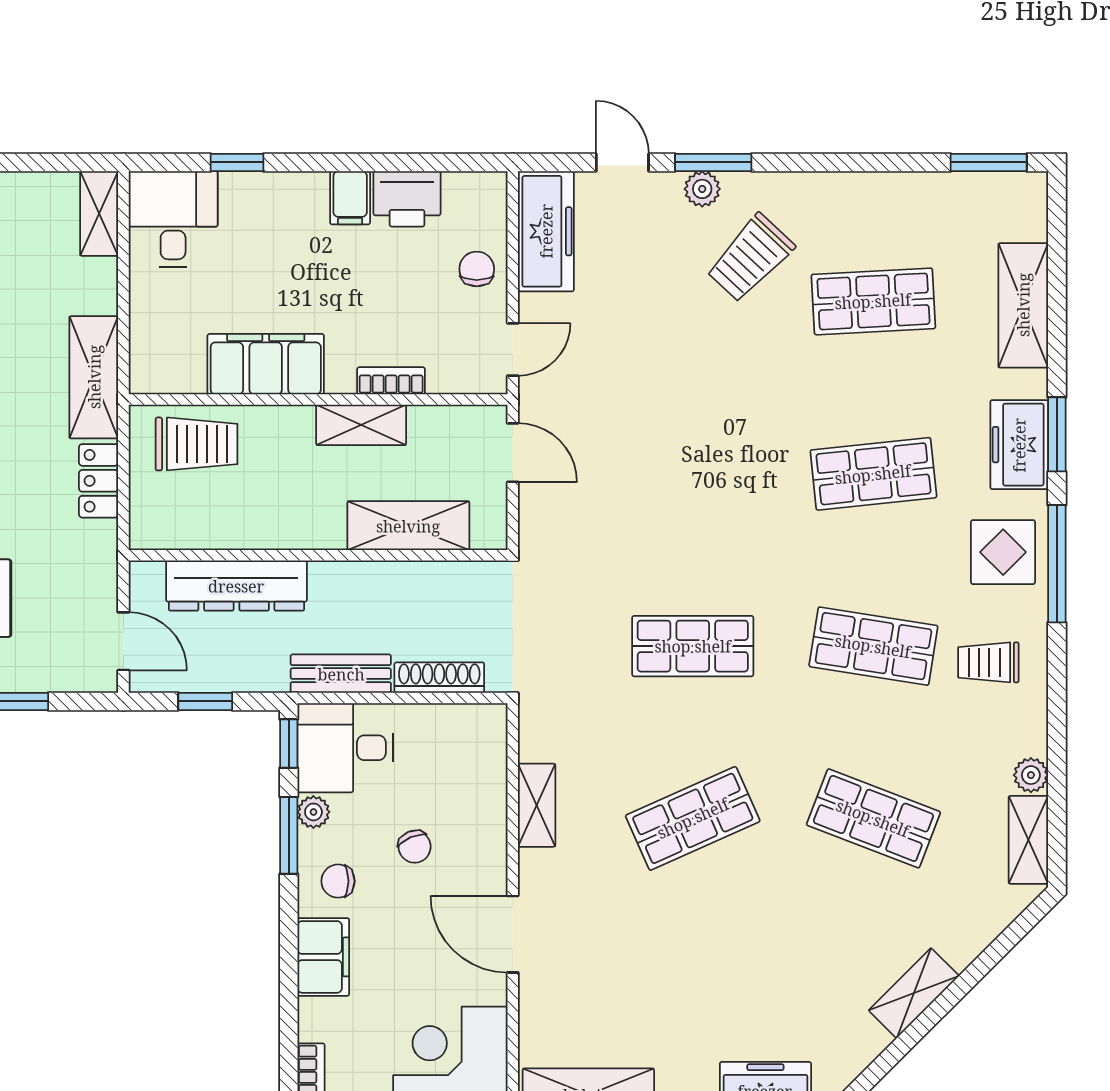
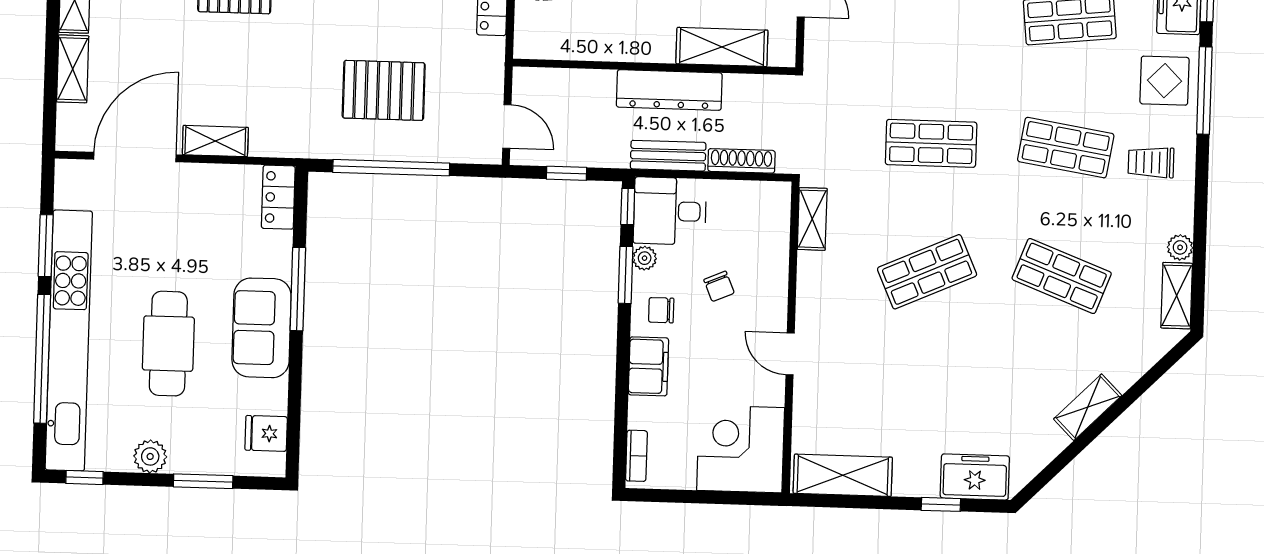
dresser: (236, 586) -> (669, 90), moved
shelving: (537, 805) -> (812, 219), moved
door: (513, 934) -> (790, 354), width x0.73

